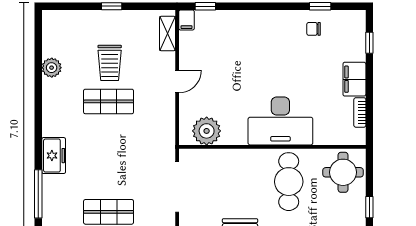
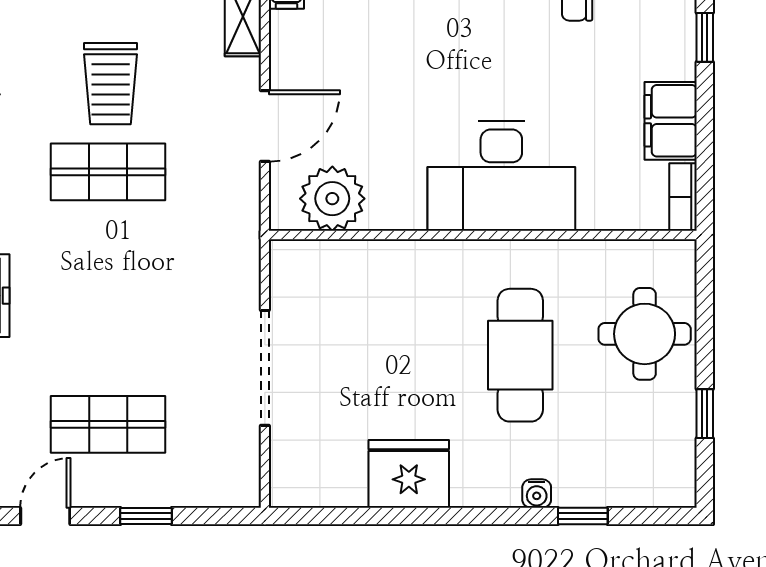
door: (177, 81) -> (265, 126), width x1.38
desk: (280, 121) -> (501, 176), moved
plant: (207, 131) -> (332, 199), moved
wall: (272, 147) -> (483, 235), moved

